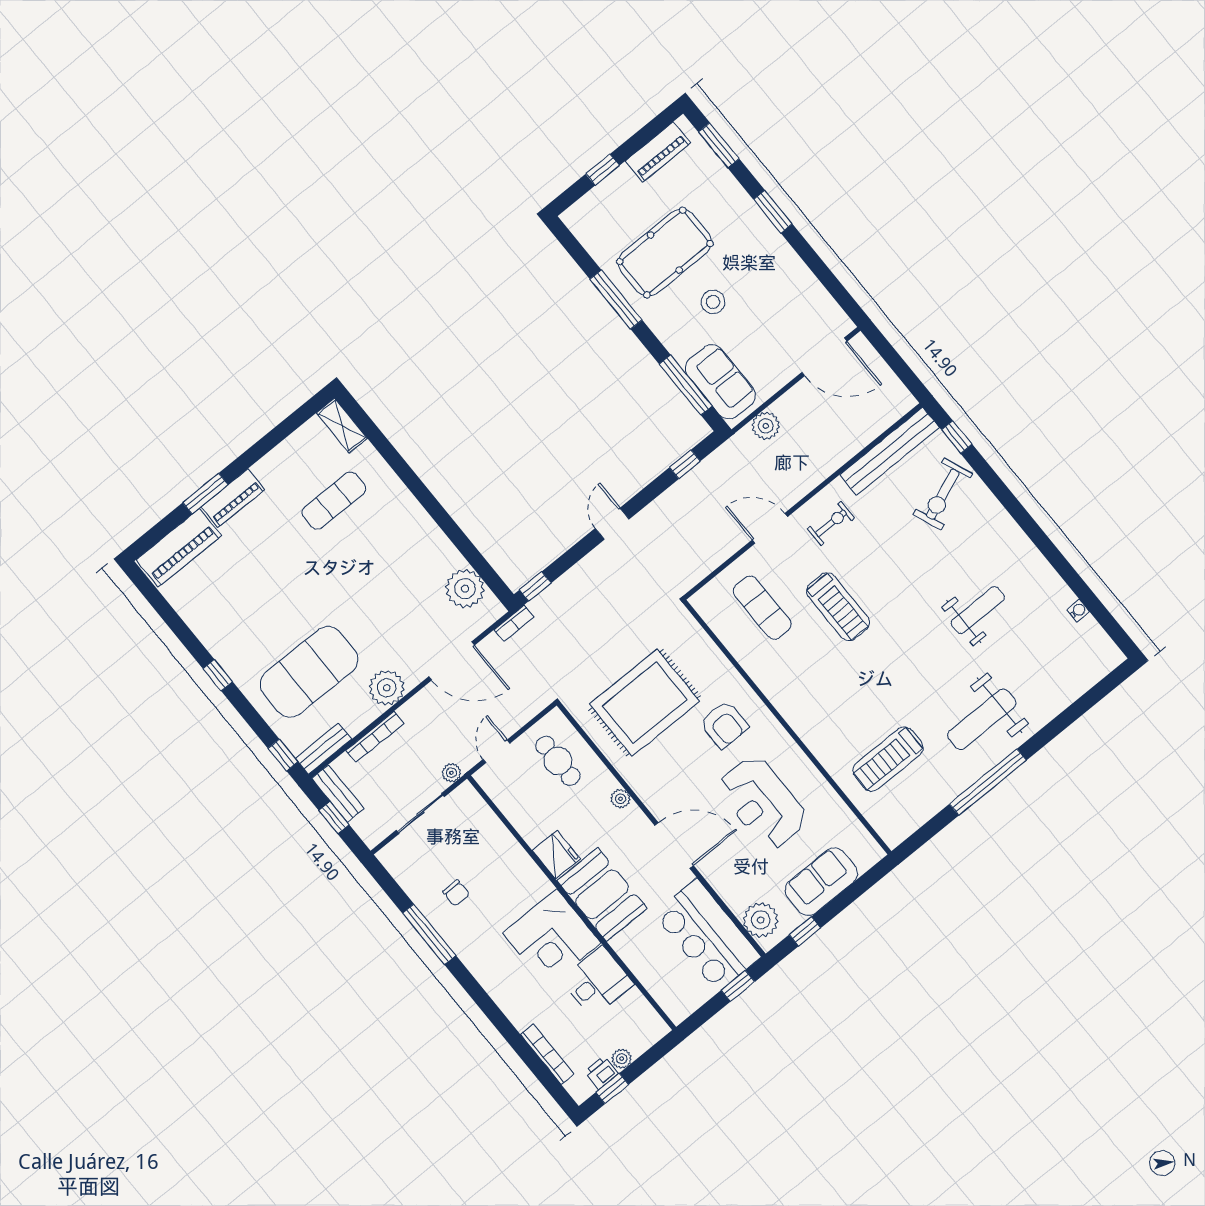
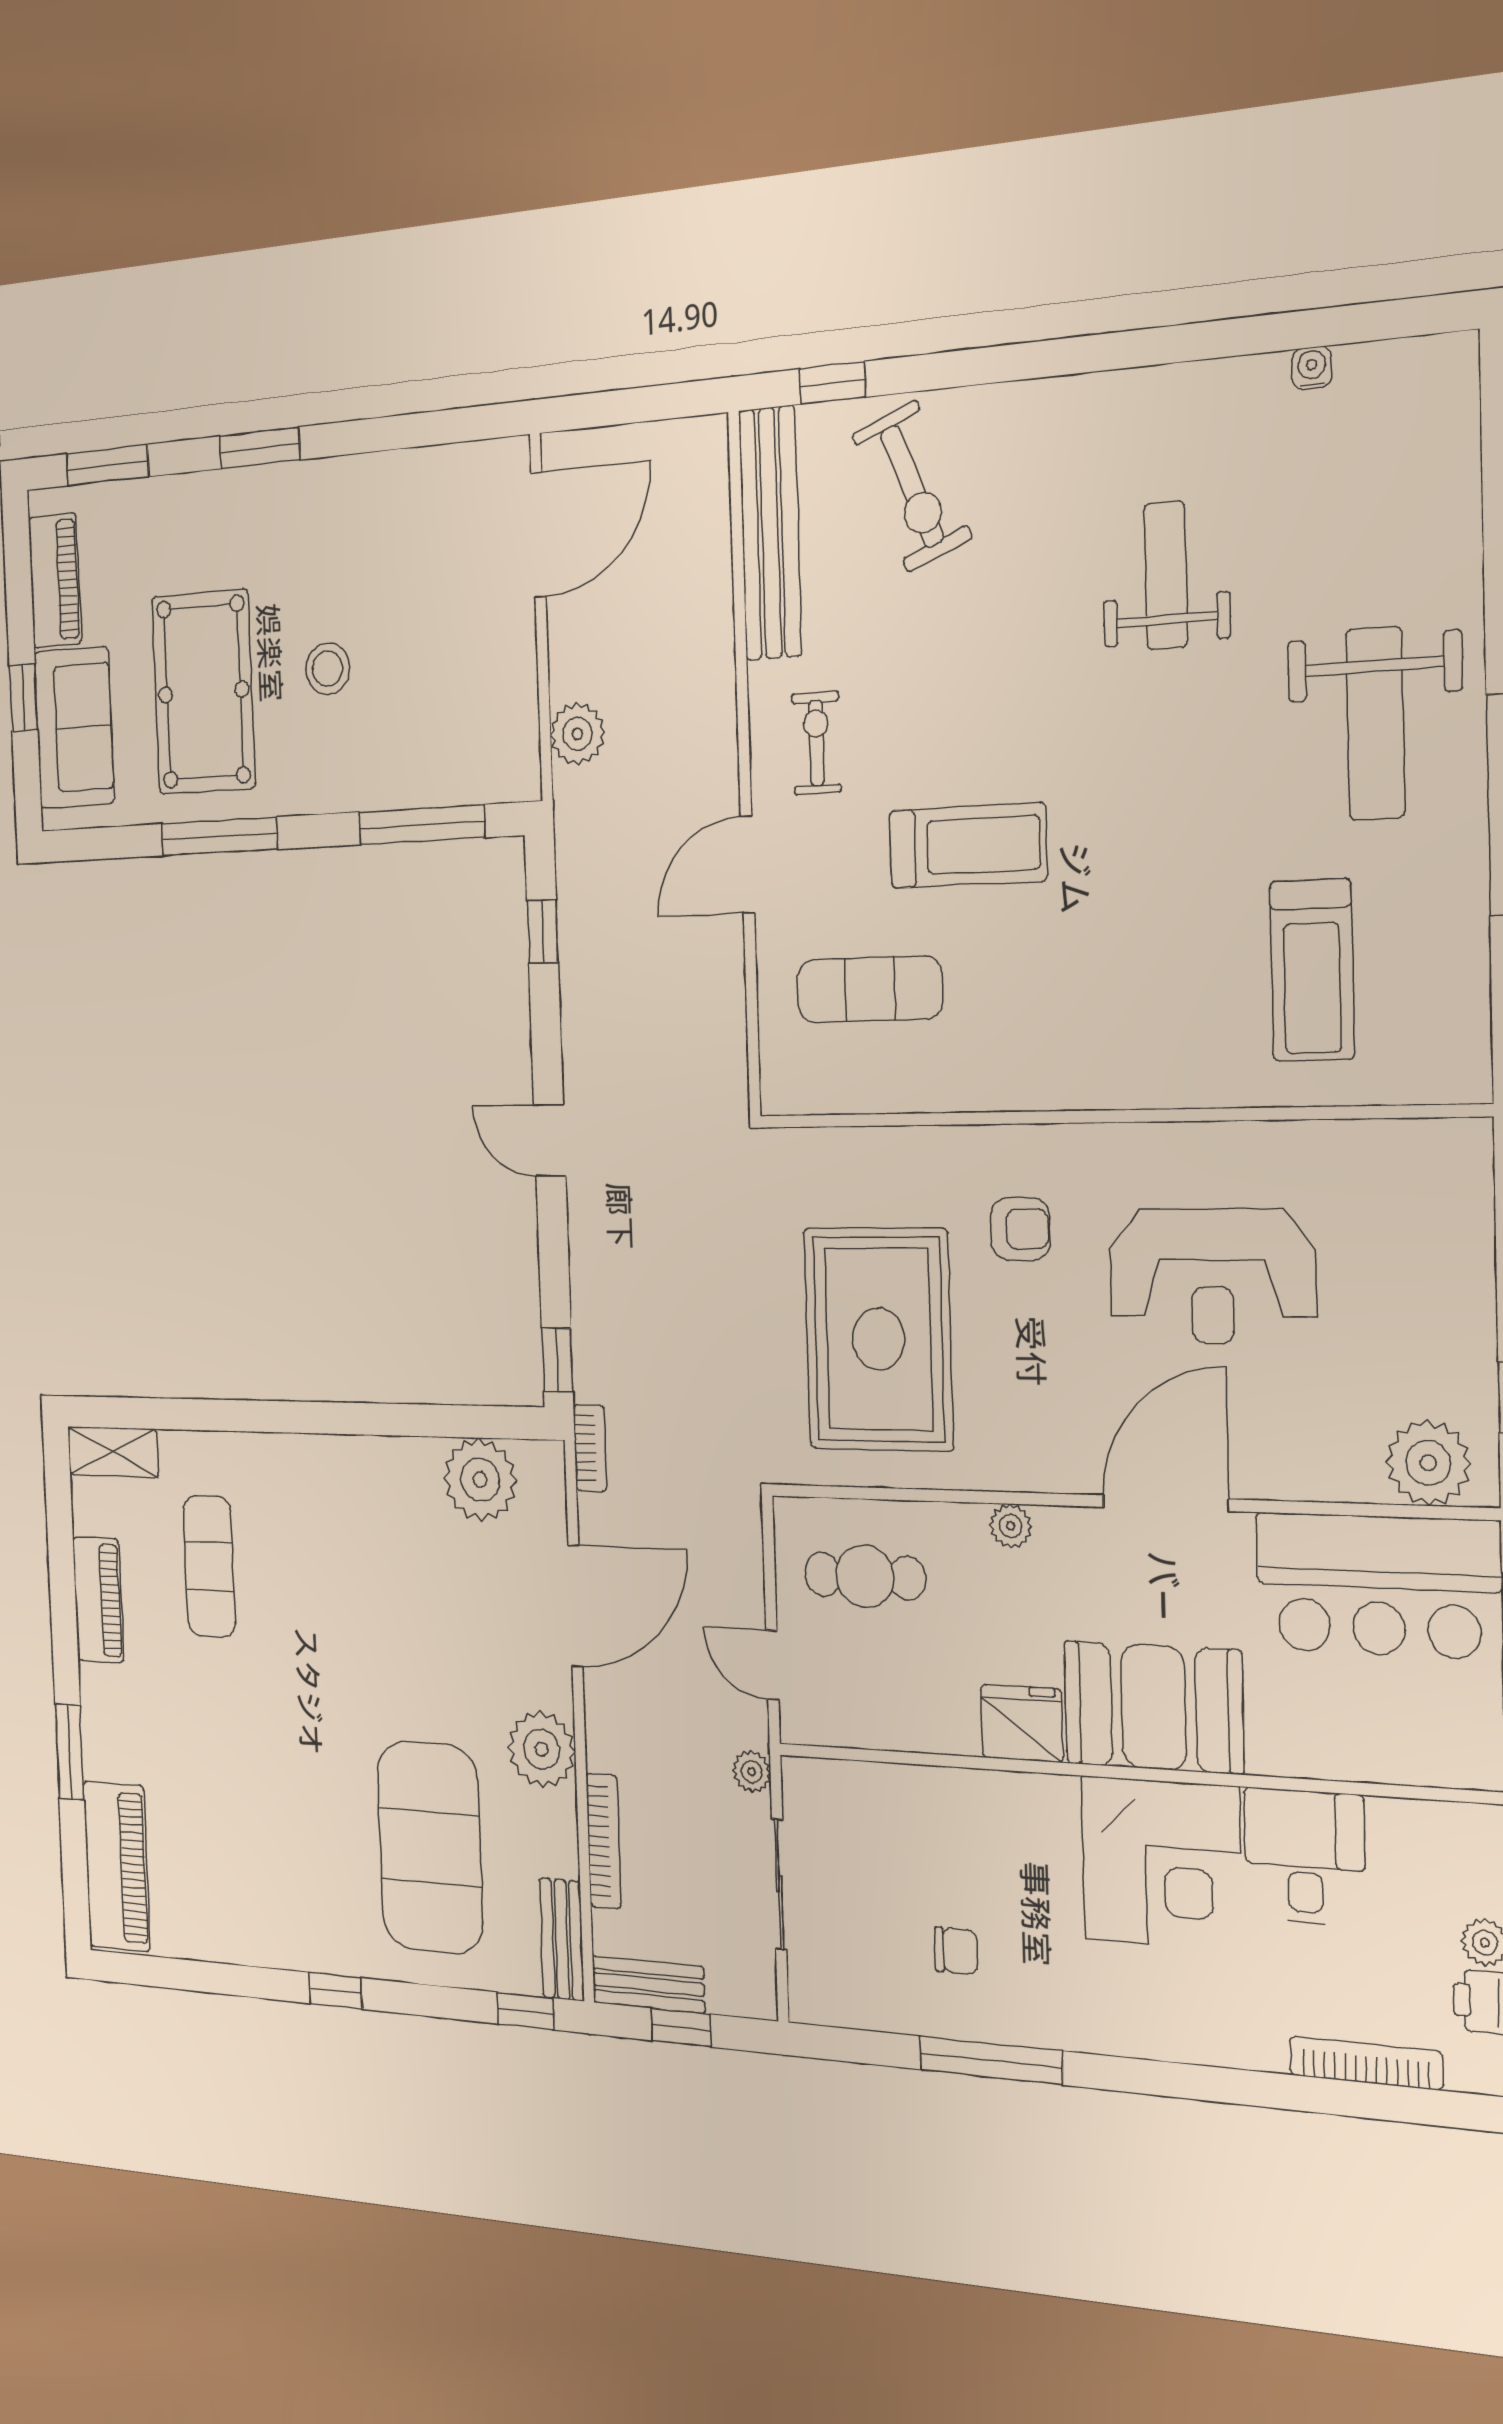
sofa: (720, 382) -> (74, 728), moved, turned 90
piano: (233, 498) -> (98, 1600), moved
armchair: (724, 725) -> (1020, 1229), width x0.72, depth x0.72
sofa: (821, 882) -> (1446, 1288), removed

